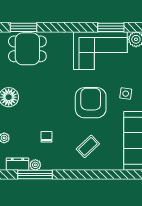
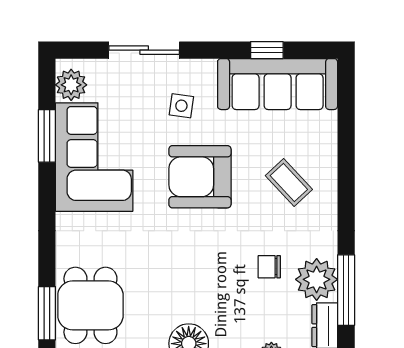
plant: (35, 165) -> (317, 279), width x1.87, depth x1.87

